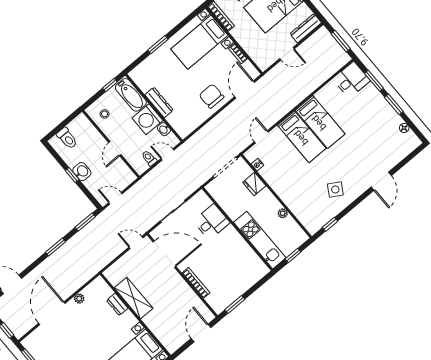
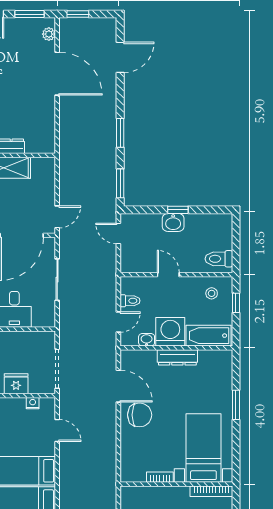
window: (110, 85) -> (236, 303), moved
door: (245, 89) -> (118, 386), moved
toilet: (67, 138) -> (219, 259), moved
door: (115, 198) -> (118, 234), swing flipped
plant: (79, 299) -> (49, 34), moved

